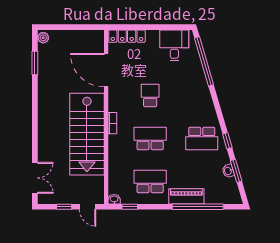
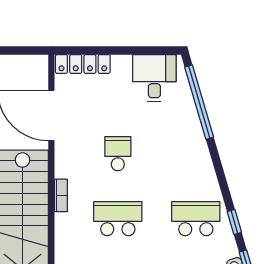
school desk: (202, 138) -> (196, 219), turned 180

